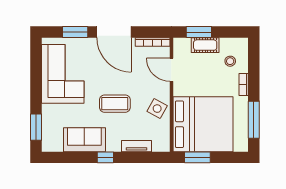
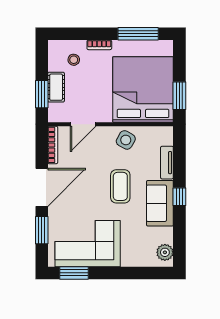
window: (36, 127) -> (74, 273), moved
sofa: (84, 140) -> (160, 203), moved
plant: (55, 144) -> (165, 252), added

